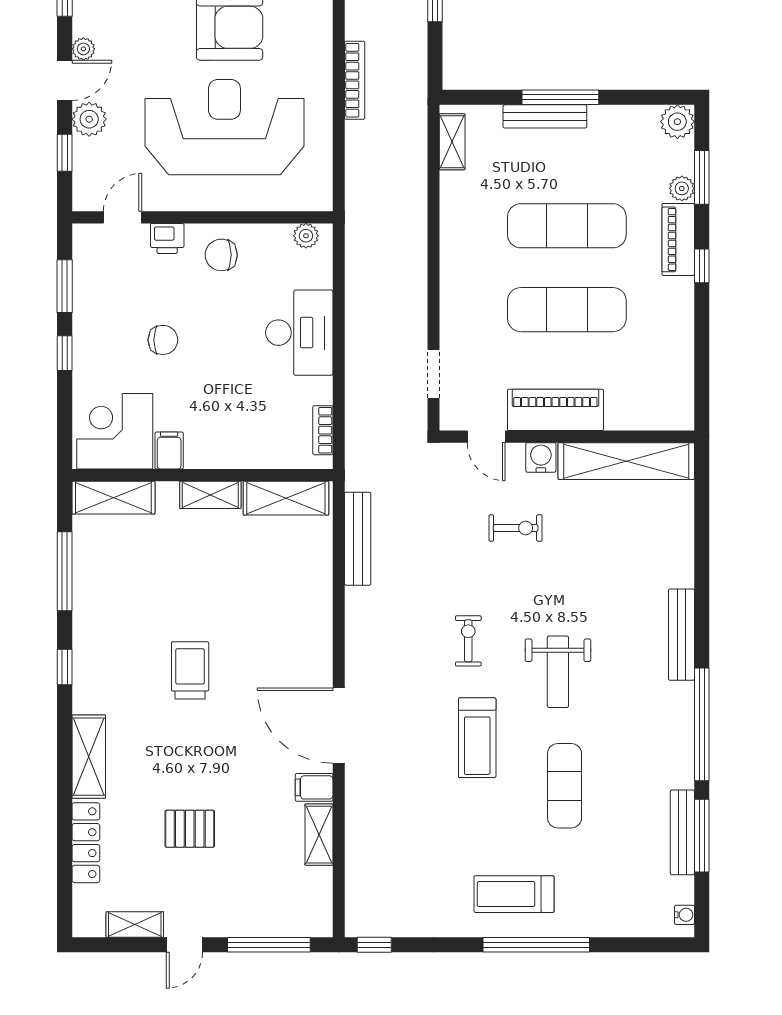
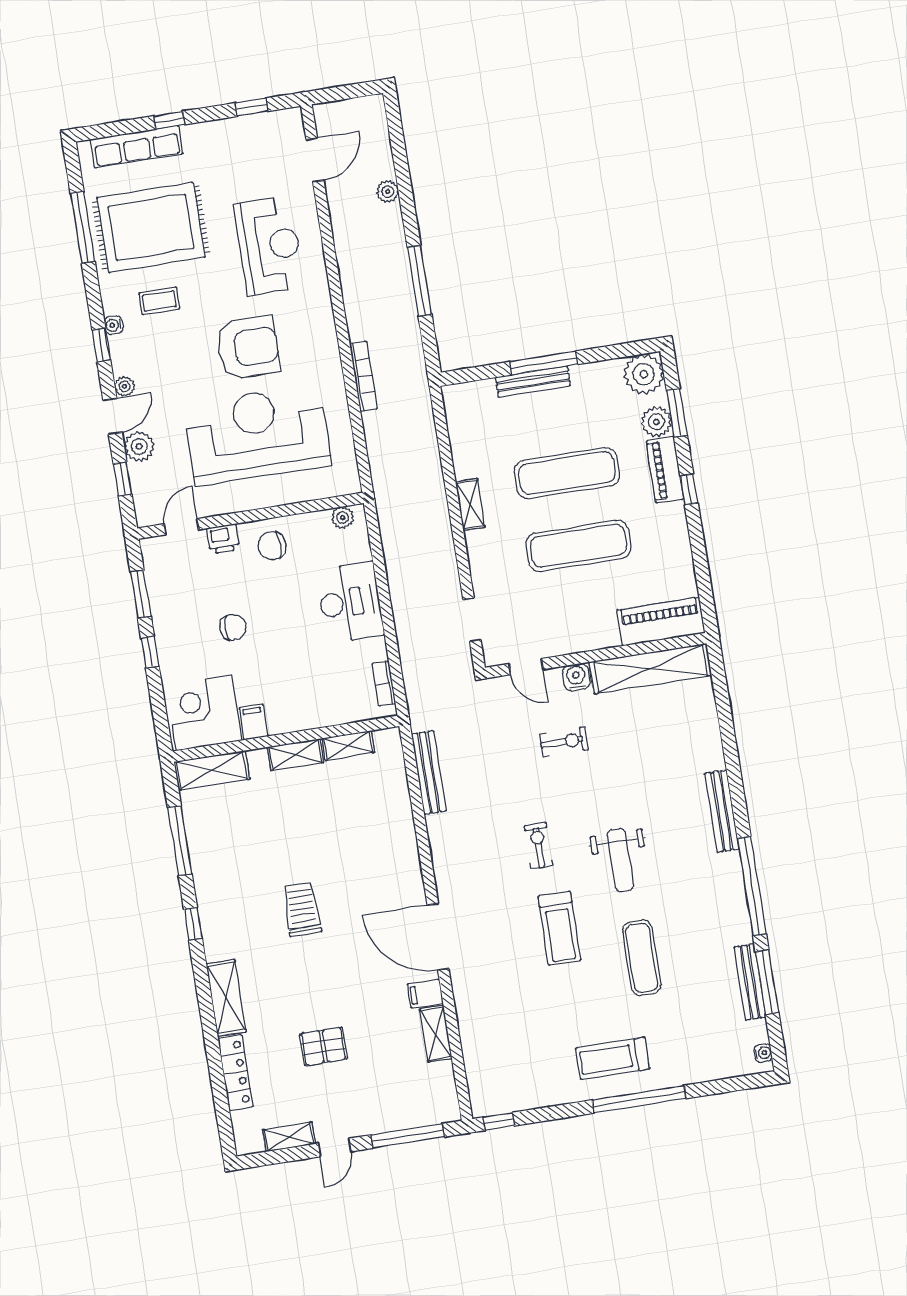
plant: (677, 122) -> (644, 374), width x1.36, depth x1.36
shelving: (452, 142) -> (470, 505), moved
plant: (682, 188) -> (656, 422), width x1.38, depth x1.38
piano: (555, 410) -> (661, 622), moved
shelving: (286, 498) -> (348, 745), width x0.67, depth x0.75

